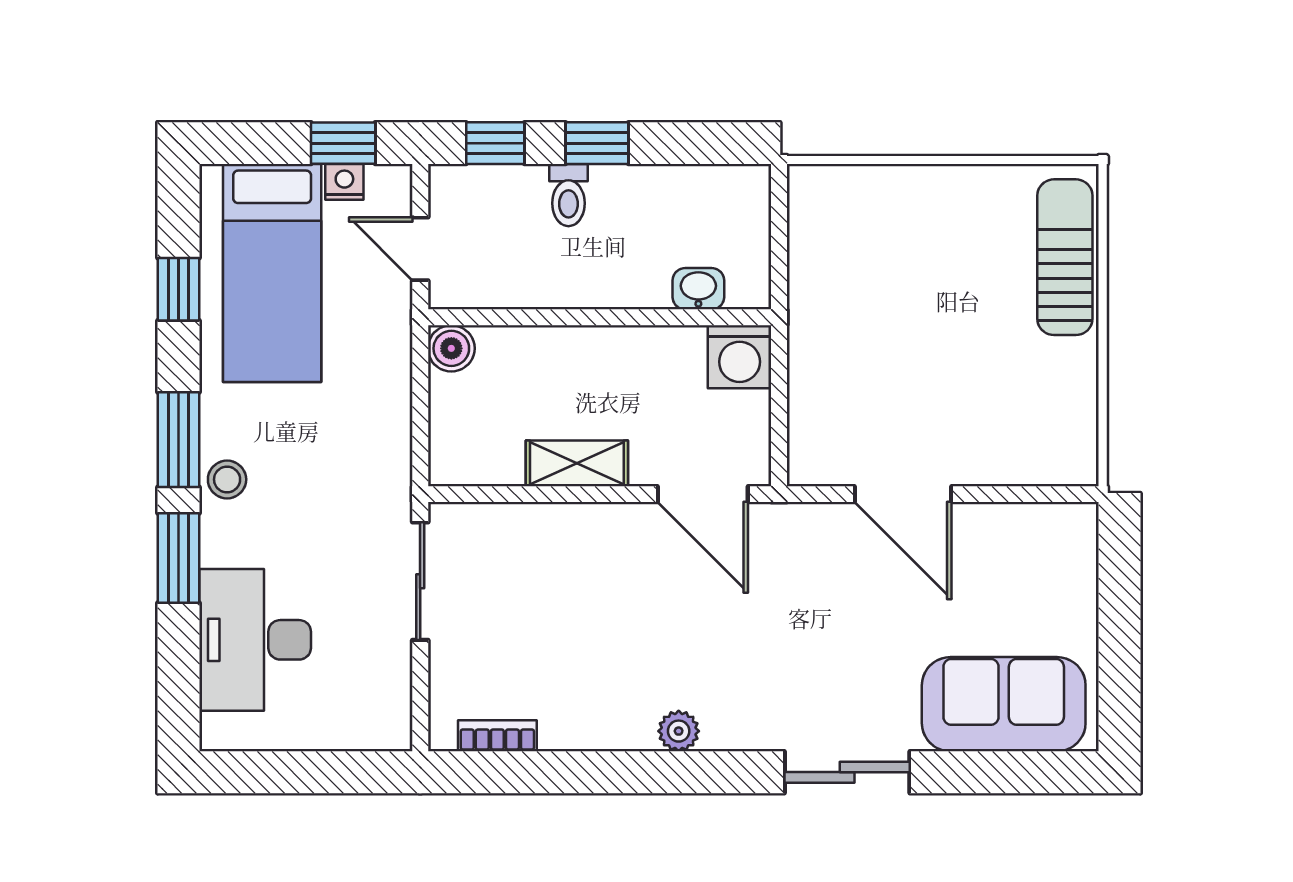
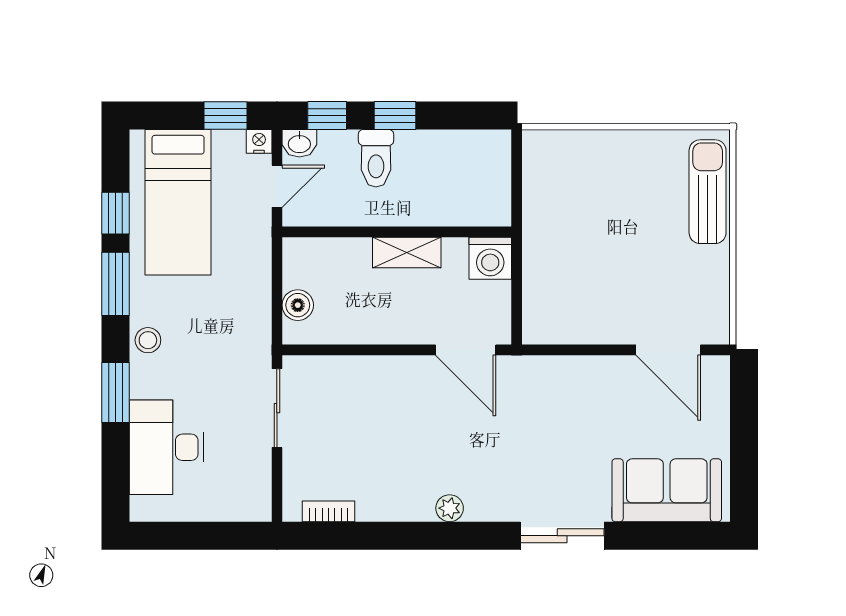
nightstand: (344, 182) -> (259, 141), moved
toilet: (568, 195) -> (376, 158), width x1.37, depth x1.39
door: (420, 249) -> (277, 186), swing flipped
washbasin: (698, 289) -> (299, 143), moved, turned 180
boiler: (451, 348) -> (298, 305), moved
window: (178, 440) -> (116, 284), moved
shelving: (577, 463) -> (407, 252), moved
door: (903, 494) -> (668, 350), moved

